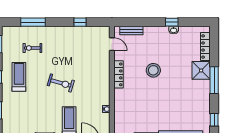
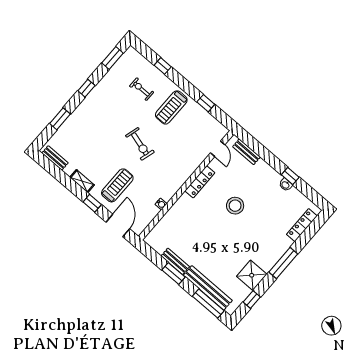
window: (33, 22) -> (163, 66), width x0.46
shower: (201, 70) -> (252, 275), moved
treadmill: (19, 77) -> (171, 107), moved, turned 180

